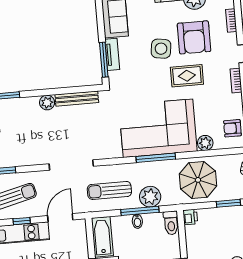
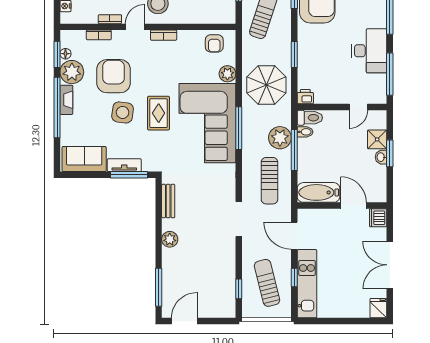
armchair: (194, 37) -> (114, 76), turned -90
rug: (187, 76) -> (159, 113), moved
bench: (77, 99) -> (168, 201), width x0.73
doorway: (71, 165) -> (239, 219), width x0.73
bidet: (137, 221) -> (305, 132), moved

